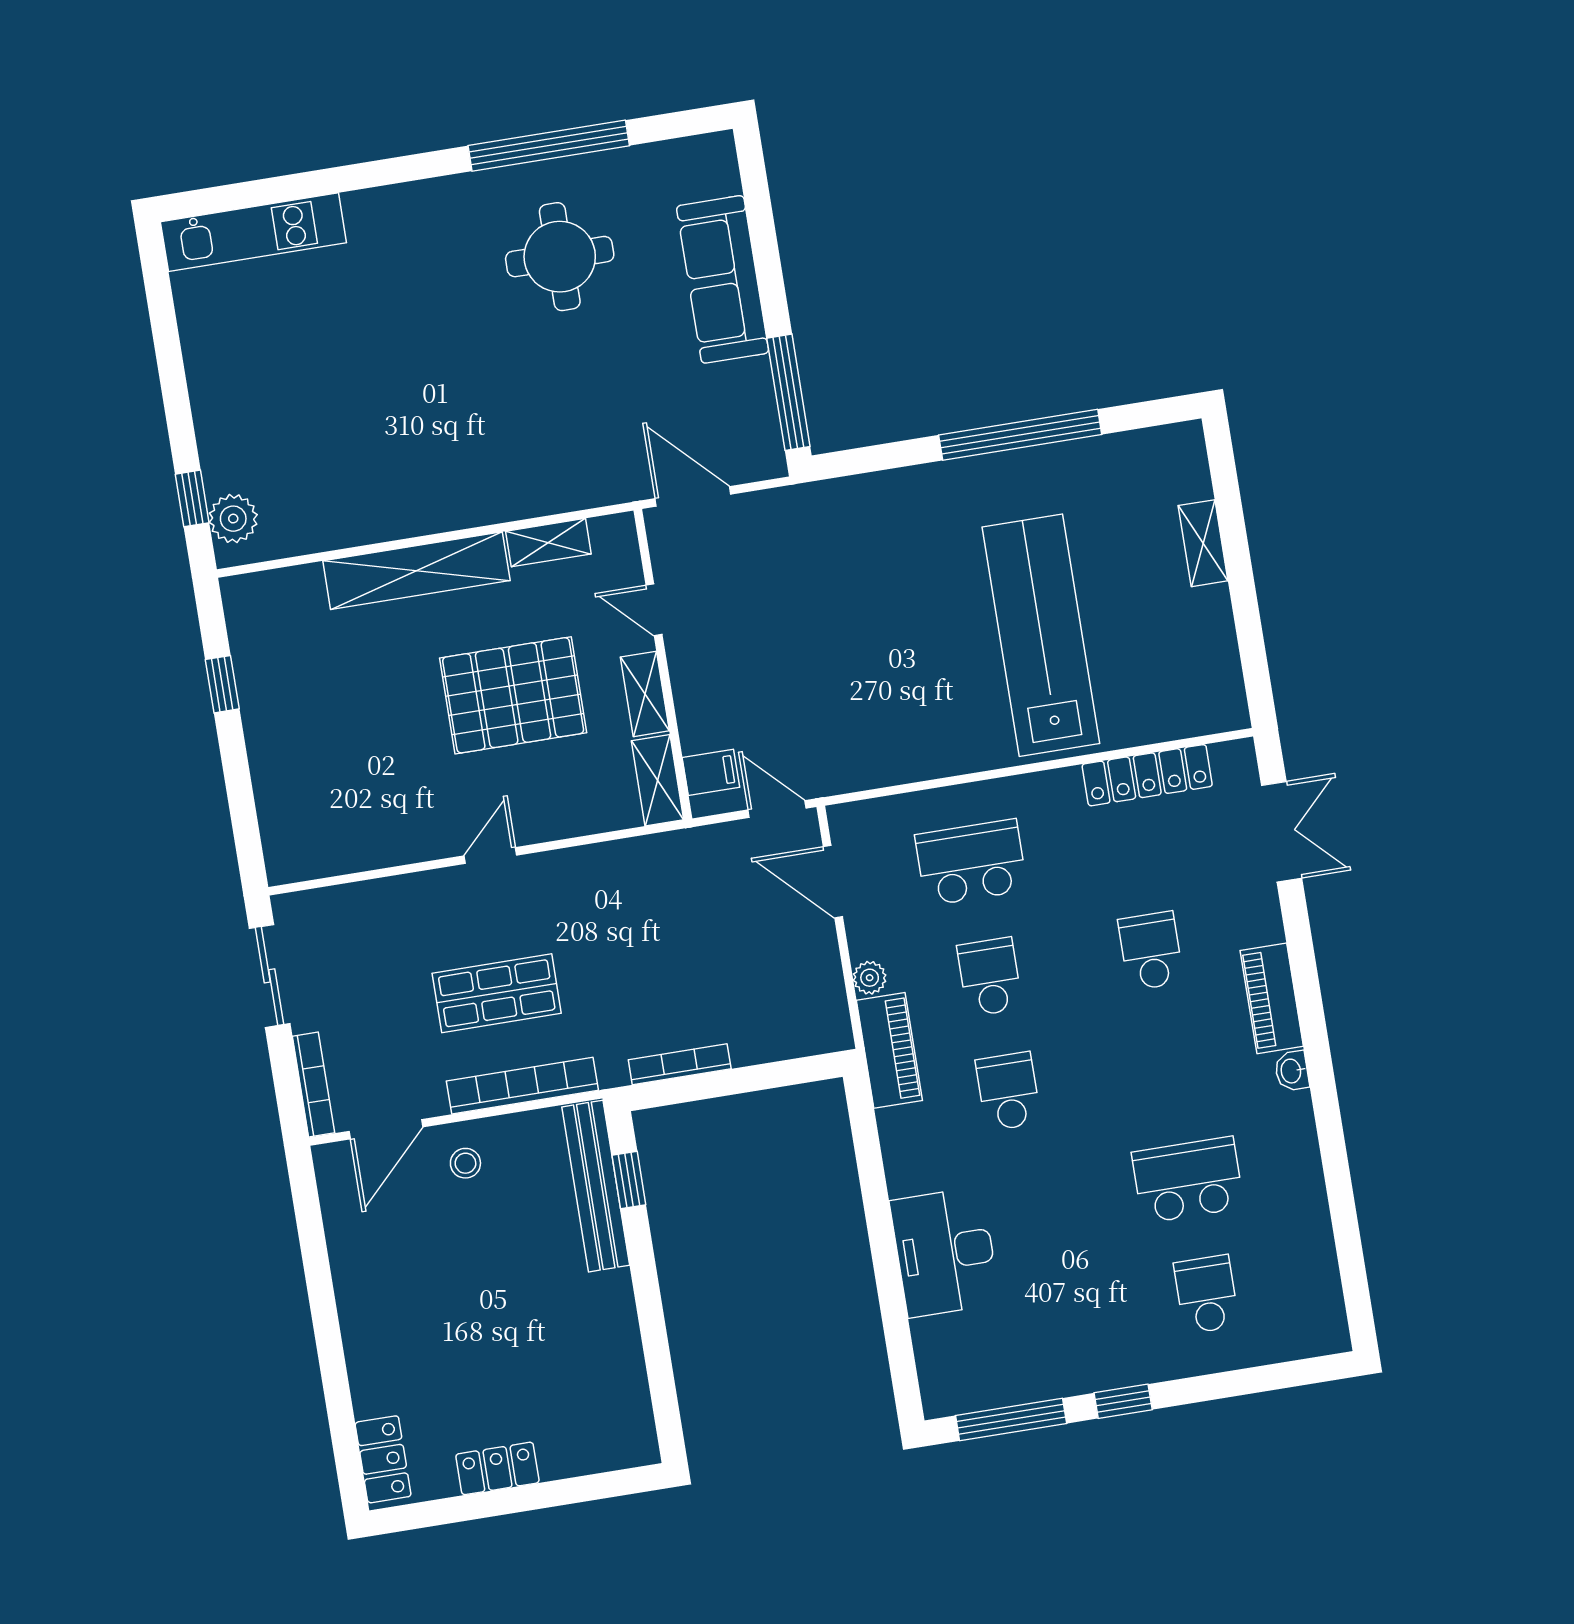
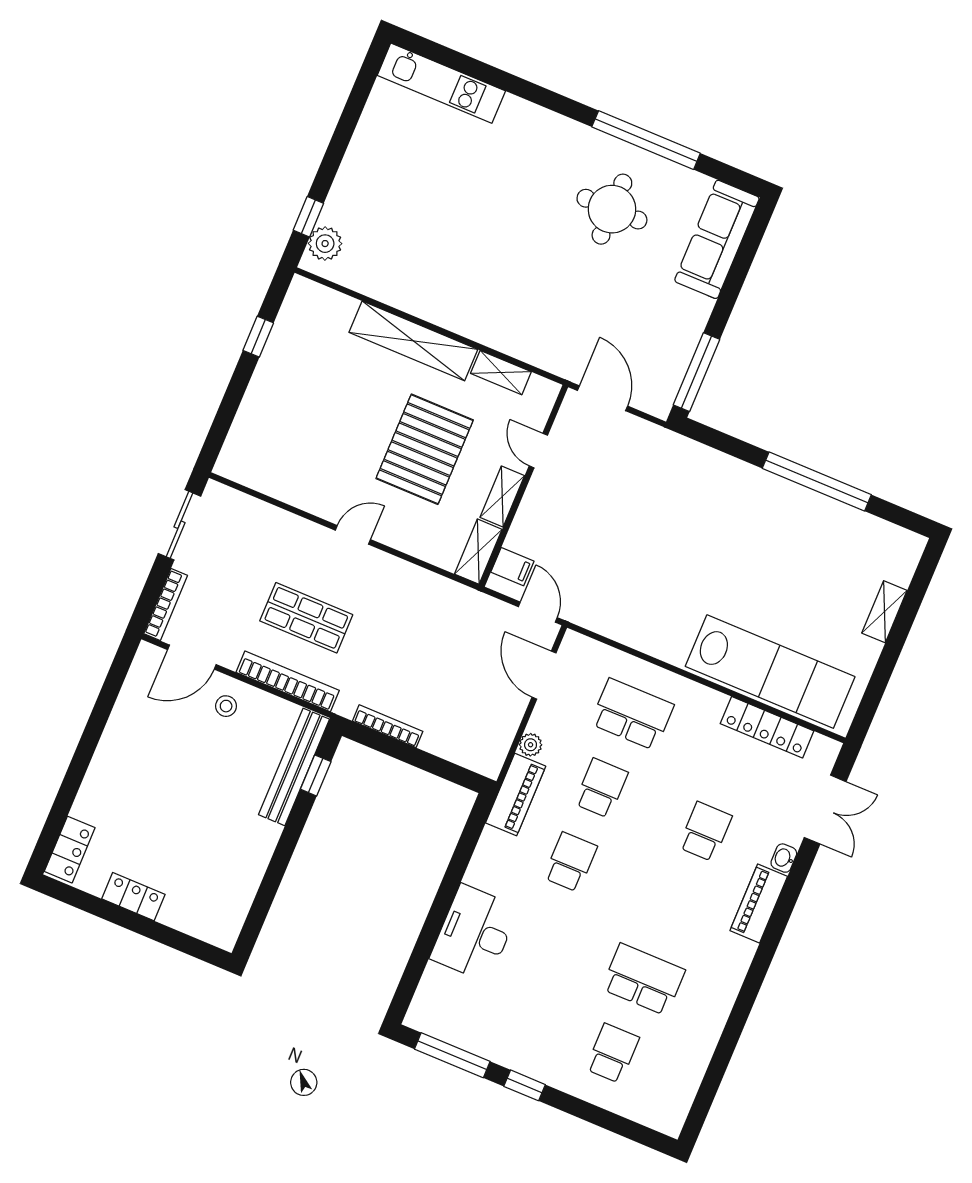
sofa: (723, 279) -> (717, 239), moved
lab bench: (1041, 635) -> (770, 672), moved, turned 90
pallet: (513, 695) -> (425, 449), turned 90
washbasin: (1292, 1071) -> (784, 858), moved

